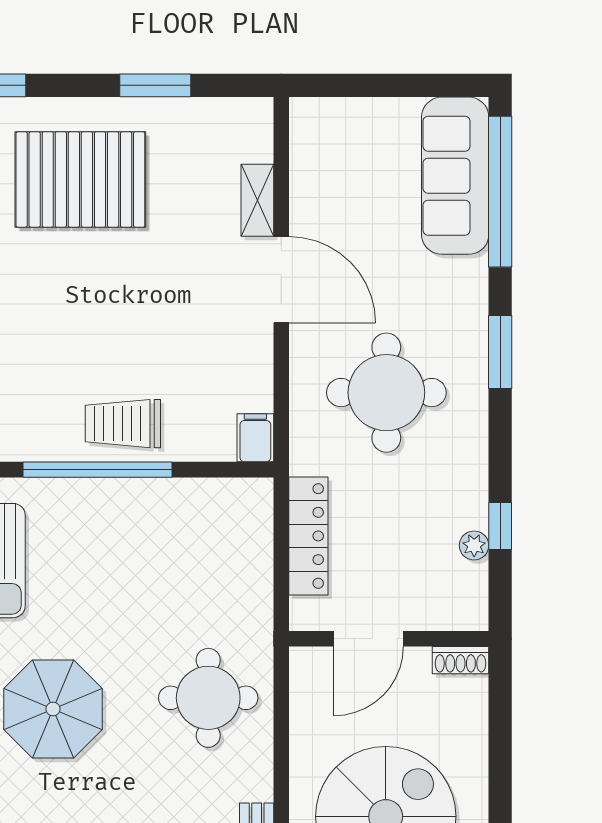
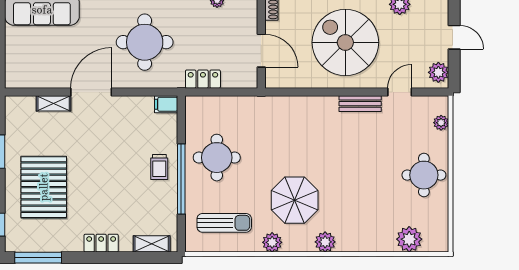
trolley: (123, 424) -> (159, 167), width x0.73, depth x0.72
locker: (308, 536) -> (203, 79), width x0.66
round table: (208, 698) -> (217, 158), moved

